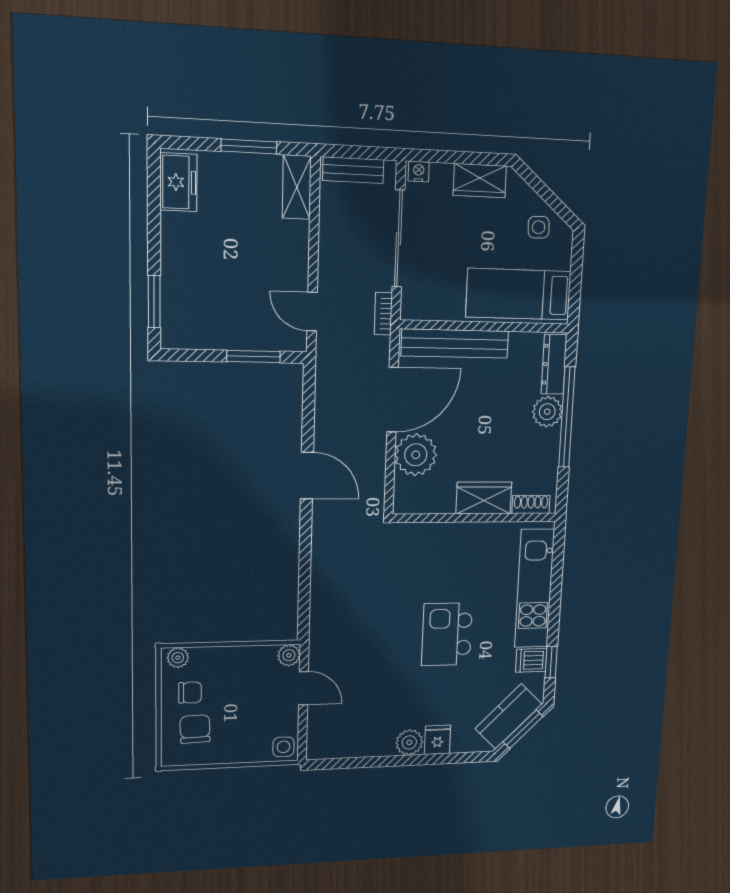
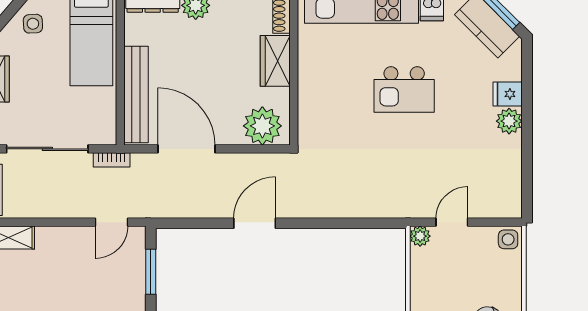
plant: (416, 455) -> (262, 126), moved

